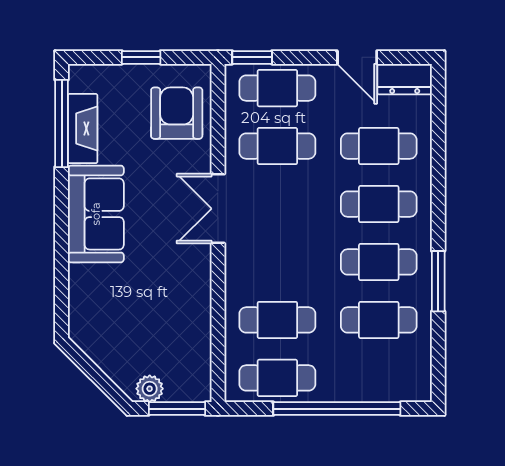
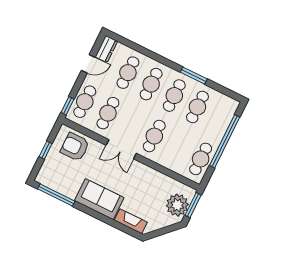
fireplace: (83, 129) -> (131, 221), moved
cafe table: (277, 320) -> (154, 136), moved
plant: (150, 389) -> (177, 205), width x1.87, depth x1.87

